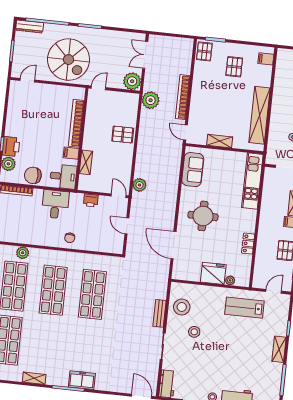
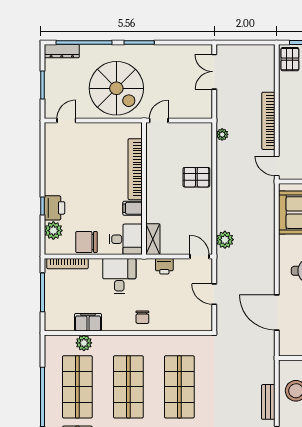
plant: (132, 81) -> (201, 107), removed
plant: (151, 100) -> (222, 134), width x0.53, depth x0.53
shelving: (86, 162) -> (153, 239), moved
filing cabinet: (27, 237) -> (88, 322), added

